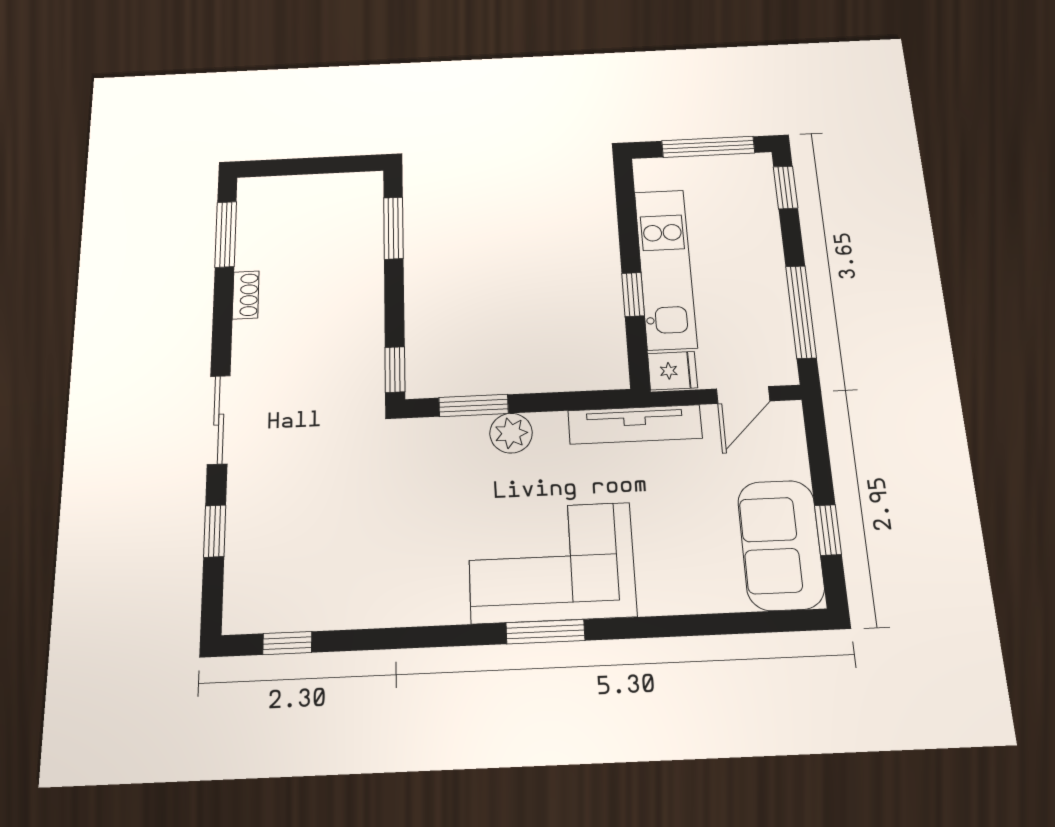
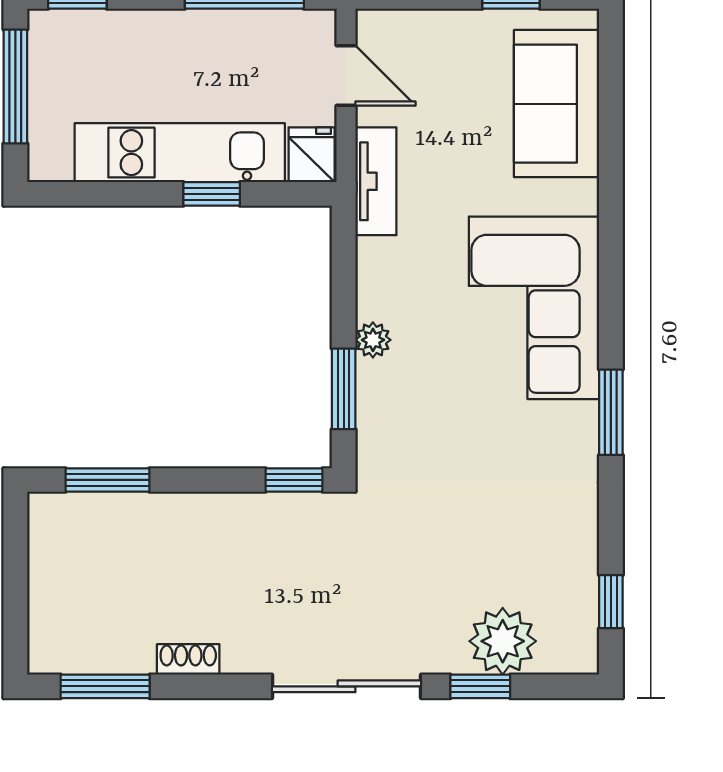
sliding door: (219, 420) -> (346, 686), width x1.37
tv unit: (635, 424) -> (376, 181), width x0.71
plant: (511, 433) -> (373, 340), width x0.73, depth x0.73
sofa: (781, 545) -> (557, 104), moved, turned 90
plant: (254, 549) -> (503, 641), added
window: (545, 632) -> (611, 412), moved

